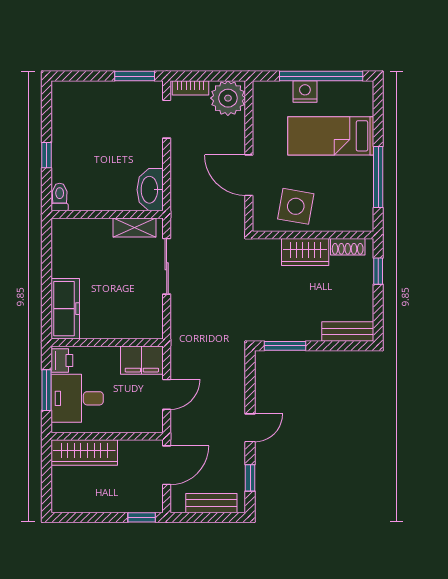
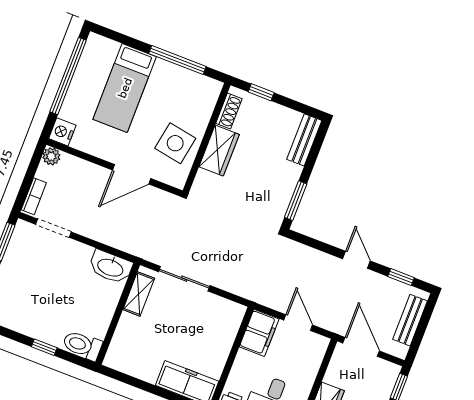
nightstand: (305, 92) -> (62, 132), moved
plant: (228, 98) -> (51, 156), width x0.53, depth x0.53
toilet: (60, 197) -> (82, 345), width x1.37, depth x1.39

